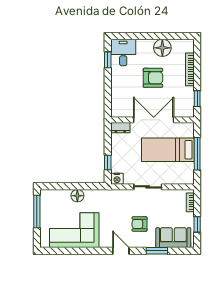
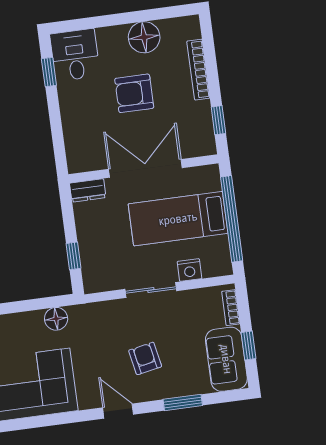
armchair: (153, 78) -> (134, 93), turned 180
window: (197, 154) -> (232, 219), width x1.46
nightstand: (117, 179) -> (189, 270), moved
floor lamp: (77, 196) -> (56, 319), moved
armchair: (140, 224) -> (145, 358), turned 79
sofa: (173, 238) -> (226, 359), moved, turned -90

